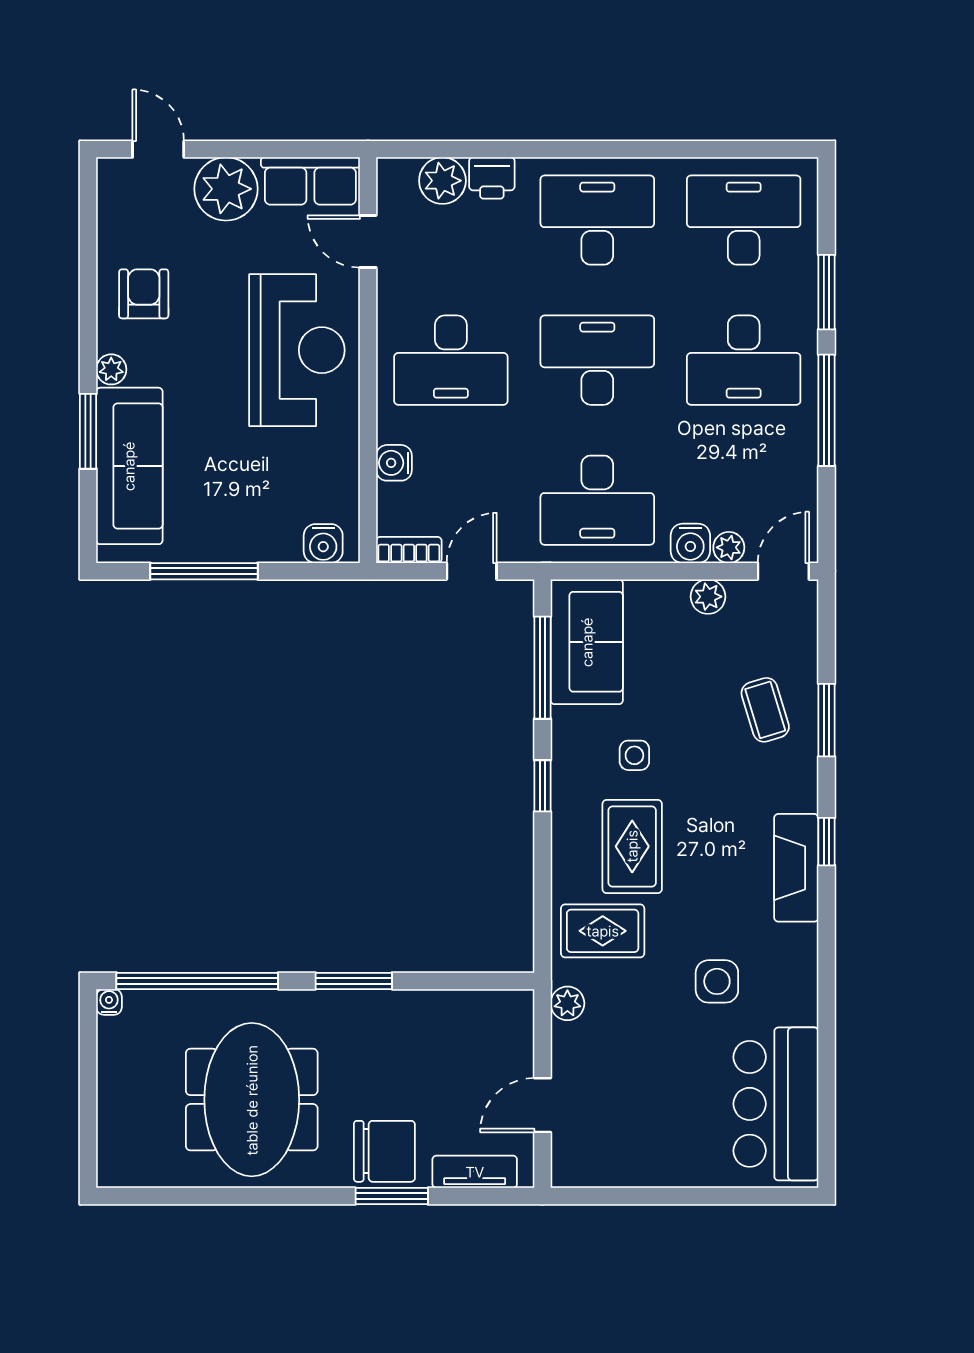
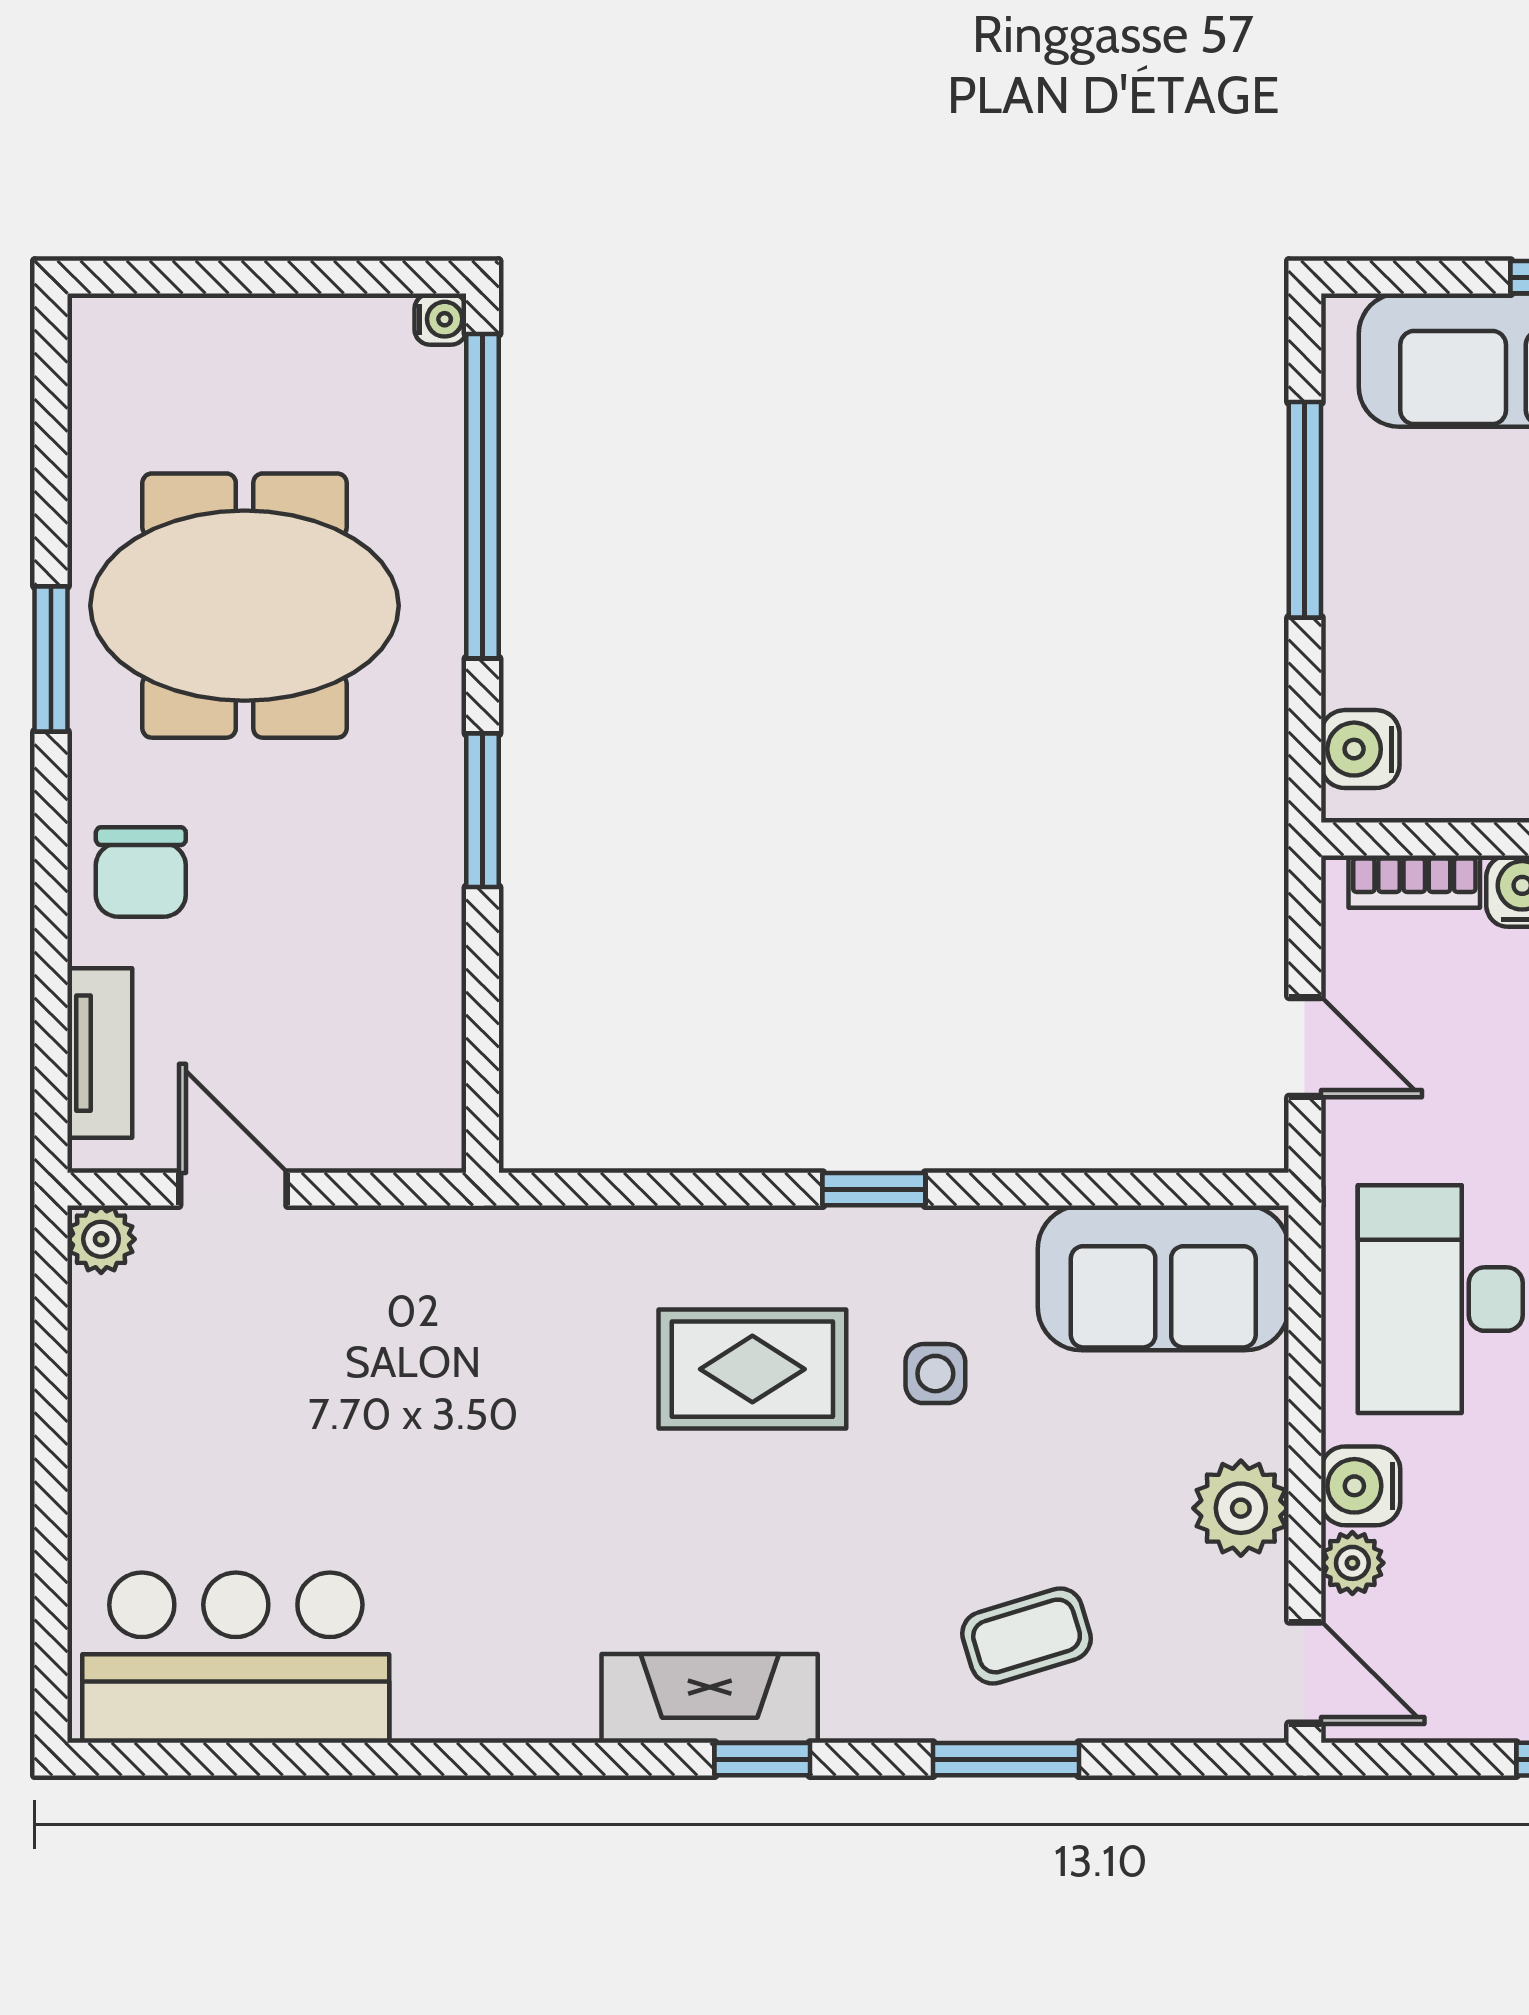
bookcase: (409, 550) -> (1414, 882), moved, turned 90
plant: (708, 597) -> (1241, 1508), width x1.38, depth x1.38
window: (542, 668) -> (1111, 1189), removed
rug: (603, 931) -> (583, 1310), removed
side table: (717, 981) -> (482, 1539), removed
plant: (567, 1003) -> (101, 1239), moved
chair: (384, 1151) -> (141, 872), width x0.73, depth x0.73
window: (392, 1196) -> (51, 659), moved

